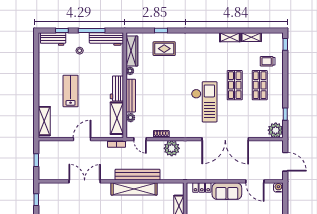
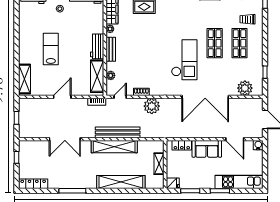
bench: (131, 96) -> (111, 49), width x0.73
plant: (276, 130) -> (245, 88), moved
door: (140, 139) -> (120, 97), swing flipped
double door: (85, 181) -> (65, 139), swing flipped

